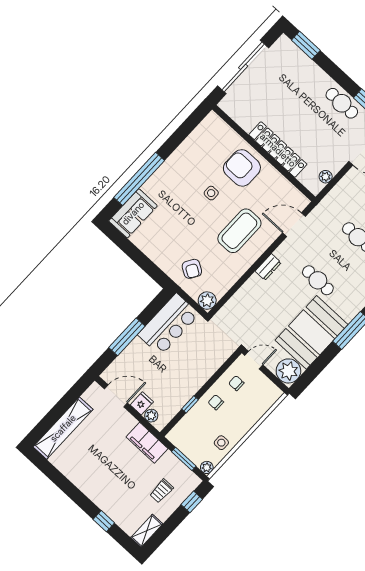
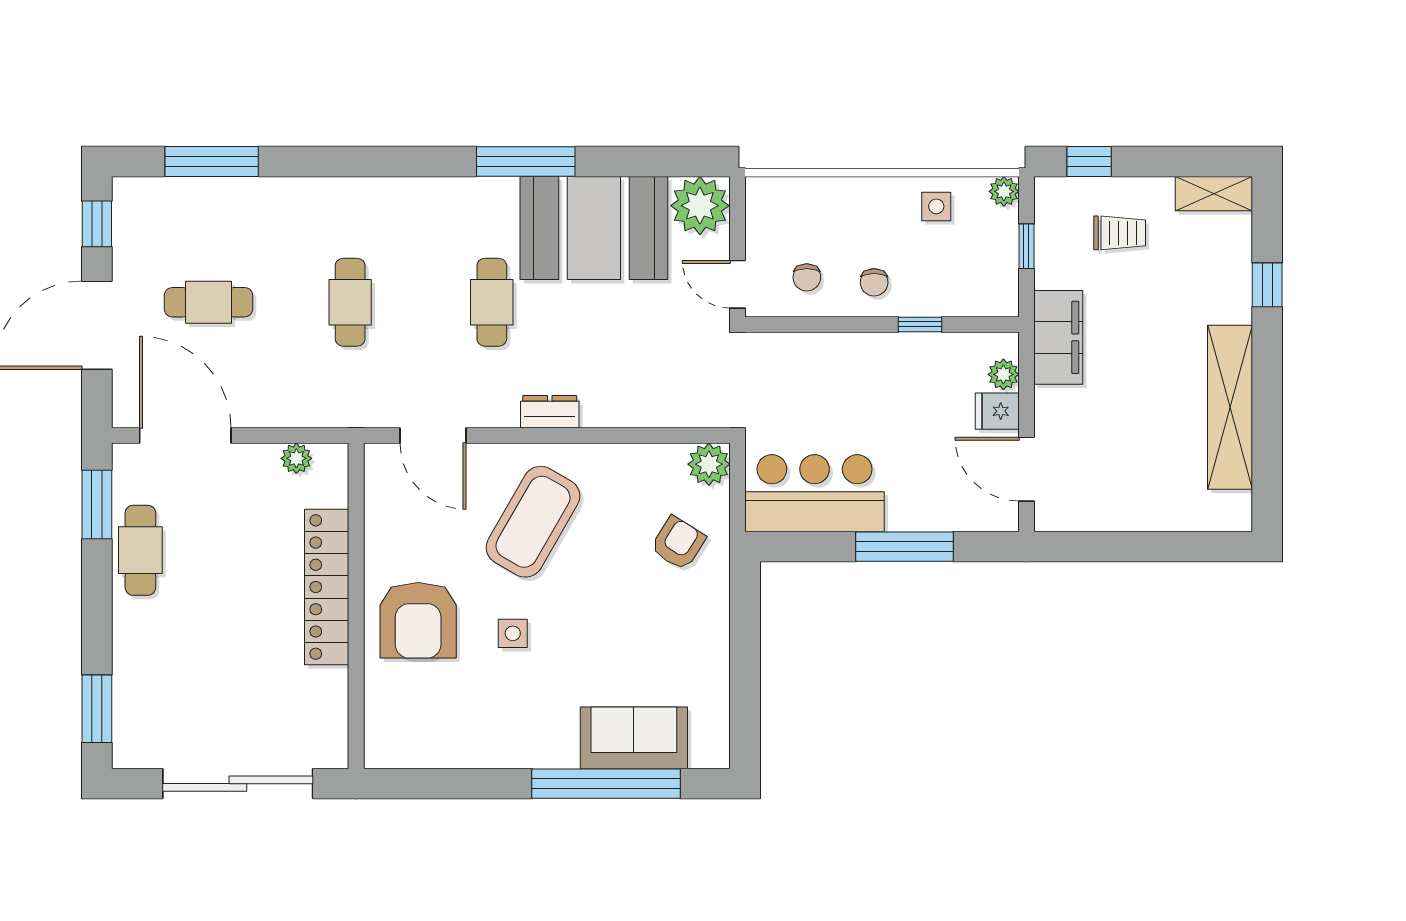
sofa: (133, 213) -> (634, 738), moved
coffee table: (239, 231) -> (533, 522), turned -60
shelving: (63, 428) -> (1230, 407), moved, turned 90
window: (184, 459) -> (1026, 246), width x0.67

